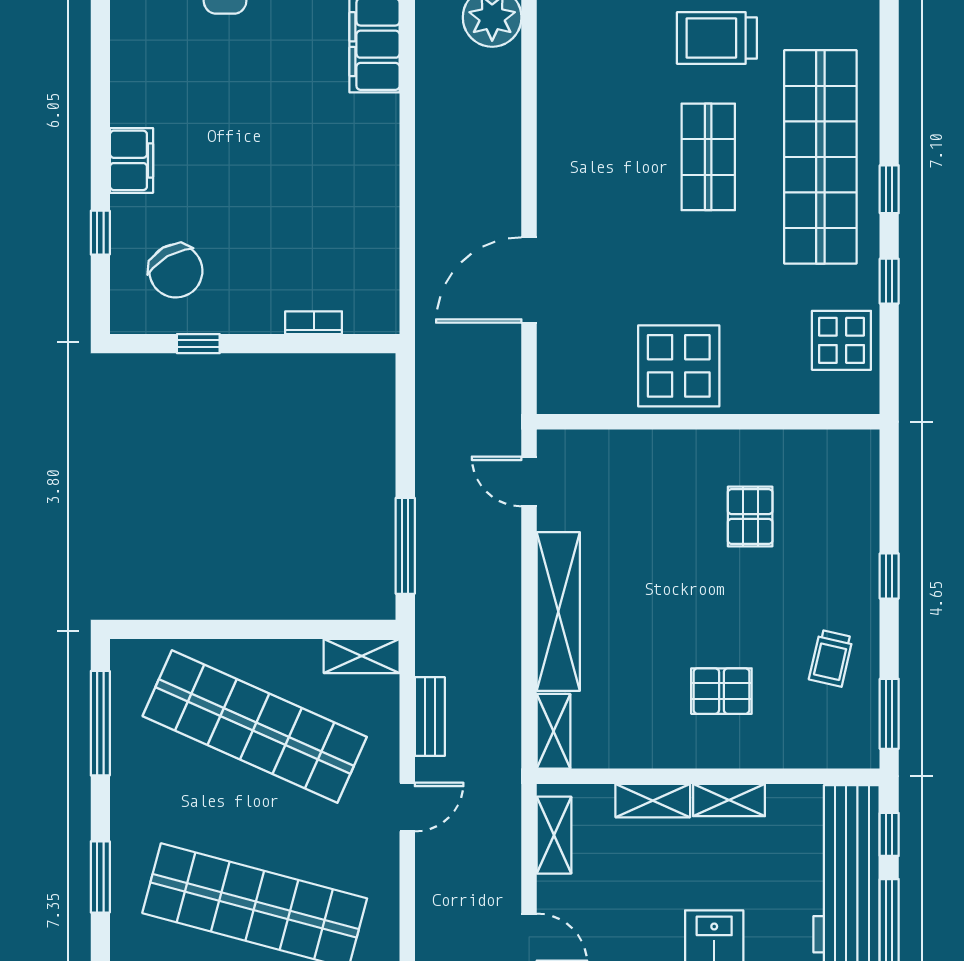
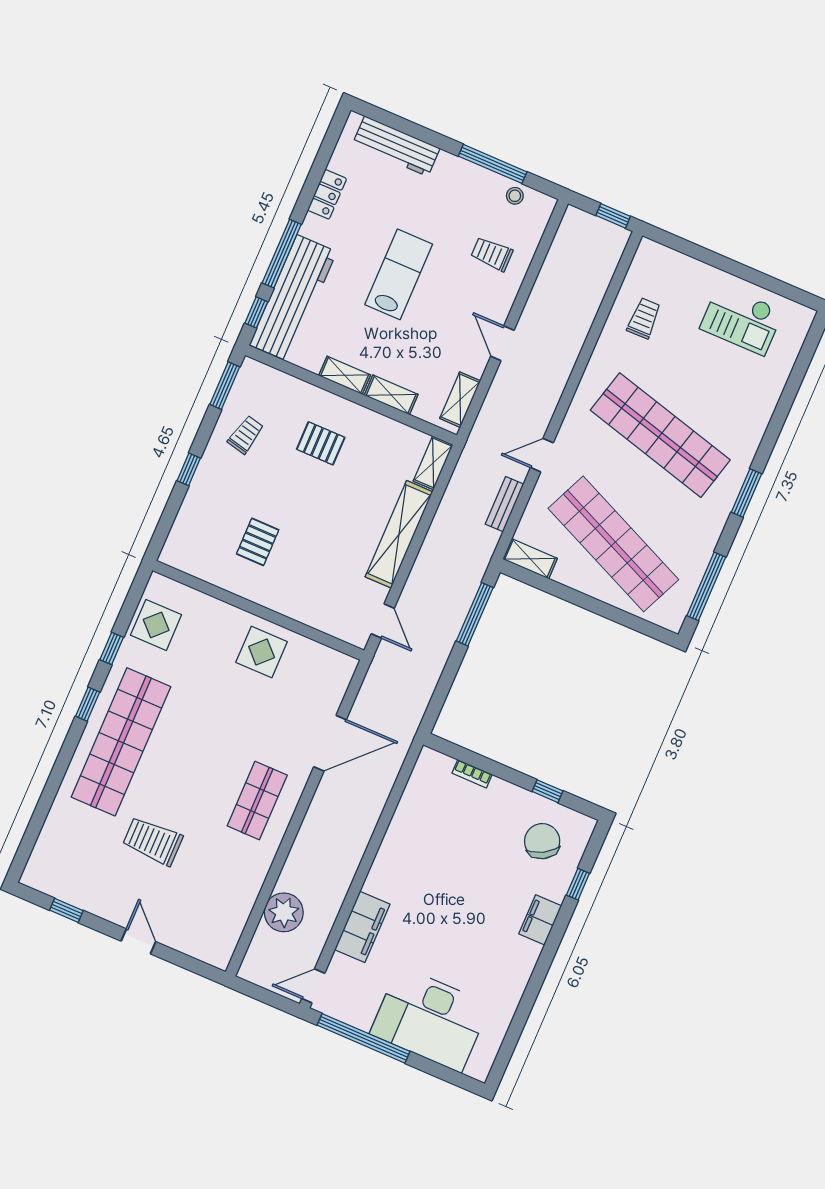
trolley: (717, 38) -> (153, 841), turned 180
shop shelf: (708, 157) -> (257, 801), moved
display table: (679, 366) -> (262, 652), width x0.73, depth x0.73

